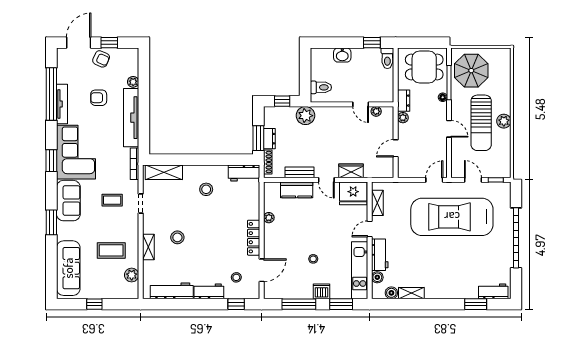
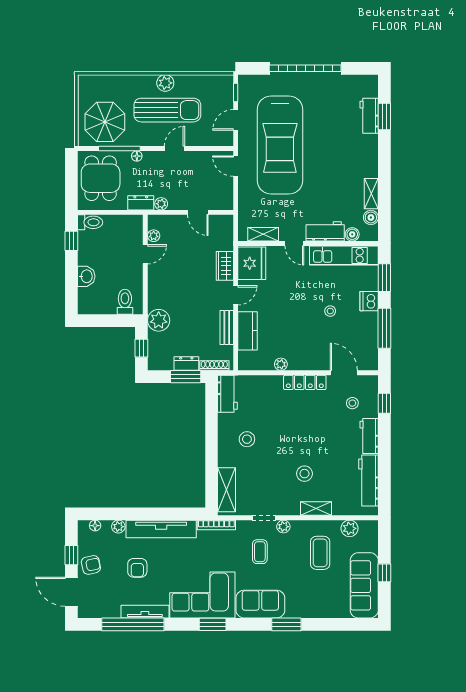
armchair: (101, 59) -> (91, 565), turned 54
floor lamp: (134, 62) -> (95, 526), added
plant: (133, 220) -> (283, 527), added
sofa: (68, 268) -> (364, 585), moved, turned -90
workbench: (493, 291) -> (369, 116), moved

